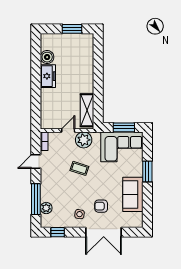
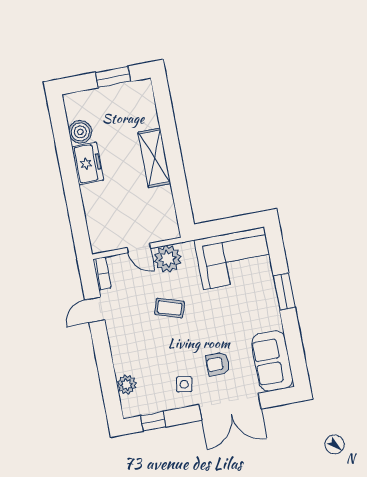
shelving: (87, 110) -> (154, 158), moved
window: (124, 127) -> (231, 225), removed
door: (68, 130) -> (139, 248), swing flipped
sofa: (133, 194) -> (272, 361), moved
window: (36, 199) -> (107, 373), removed

